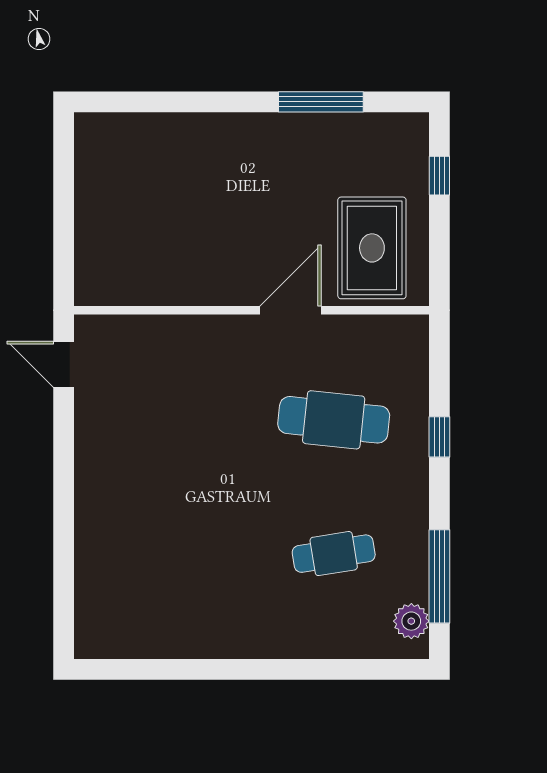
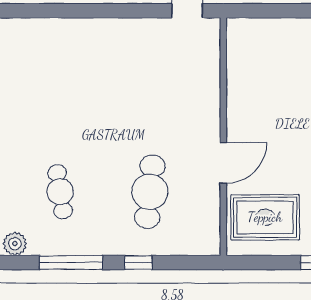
door: (290, 310) -> (223, 163), hinge flipped
window: (439, 576) -> (71, 263), moved

